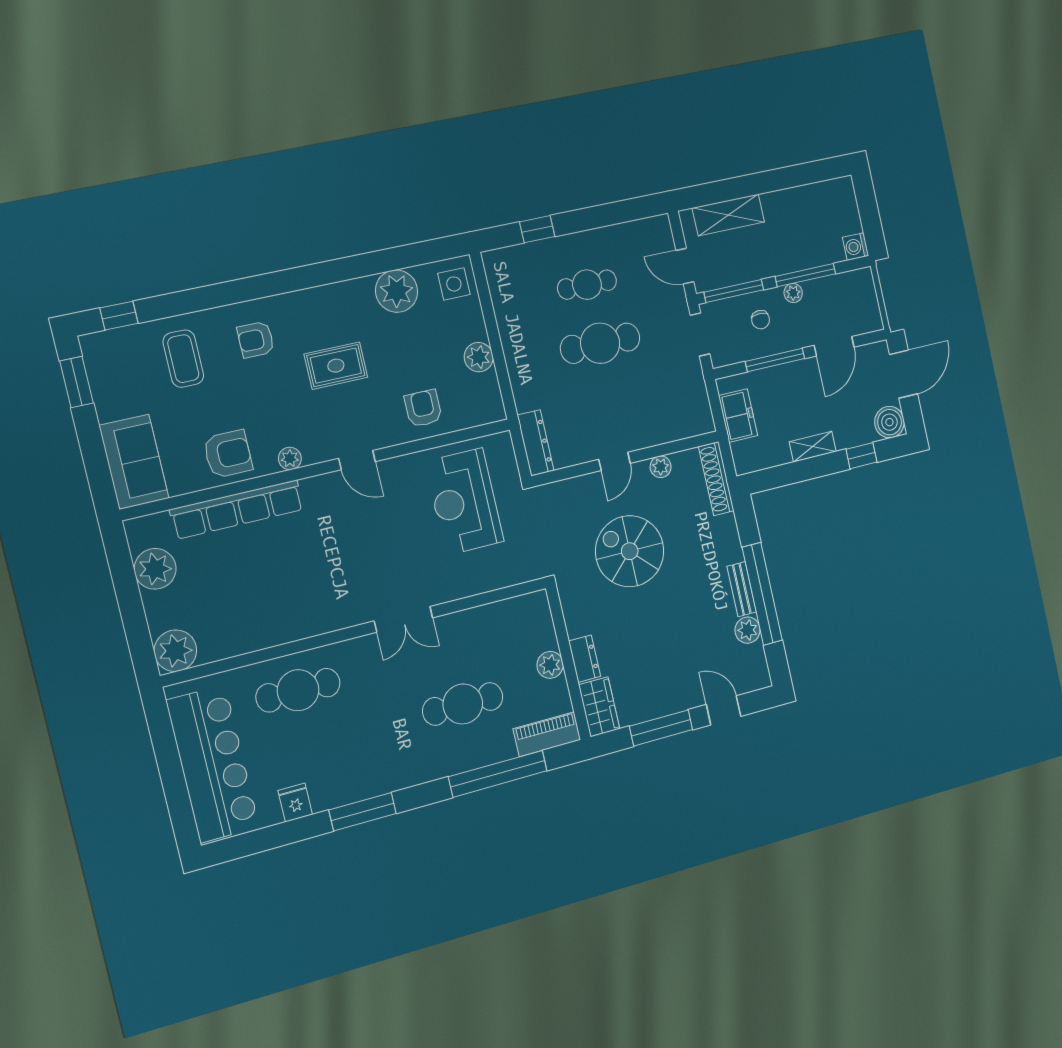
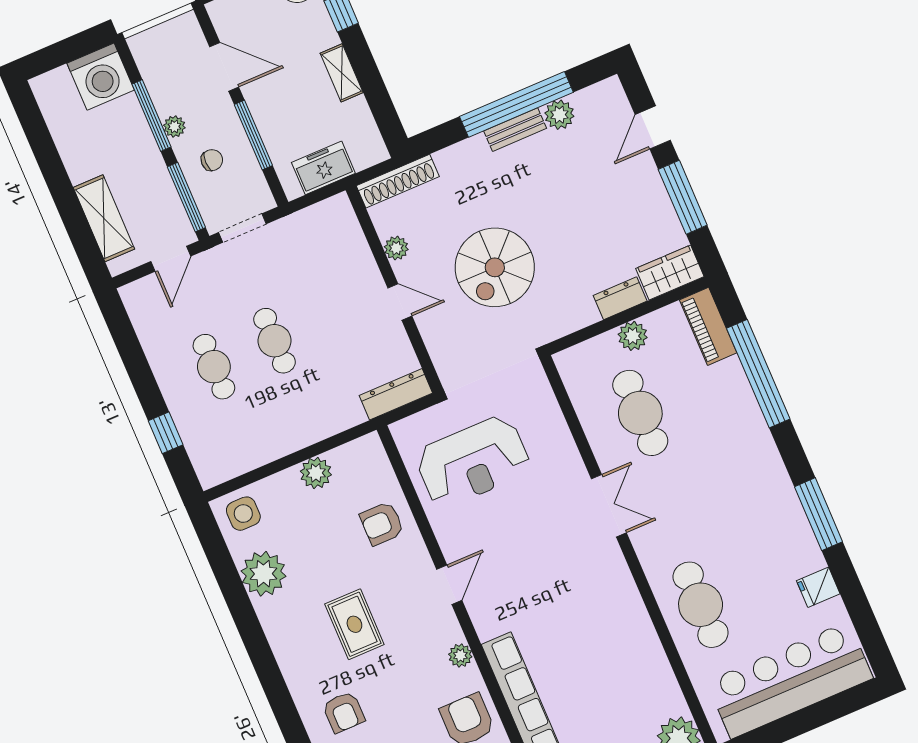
washing machine: (856, 247) -> (101, 77), width x1.89, depth x1.89
cafe table: (600, 343) -> (274, 341), width x0.73, depth x0.74
cafe table: (463, 704) -> (640, 413), moved

